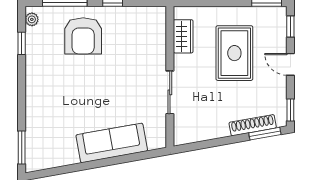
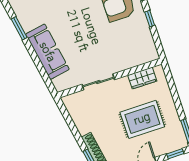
window: (71, 168) -> (19, 28), added

